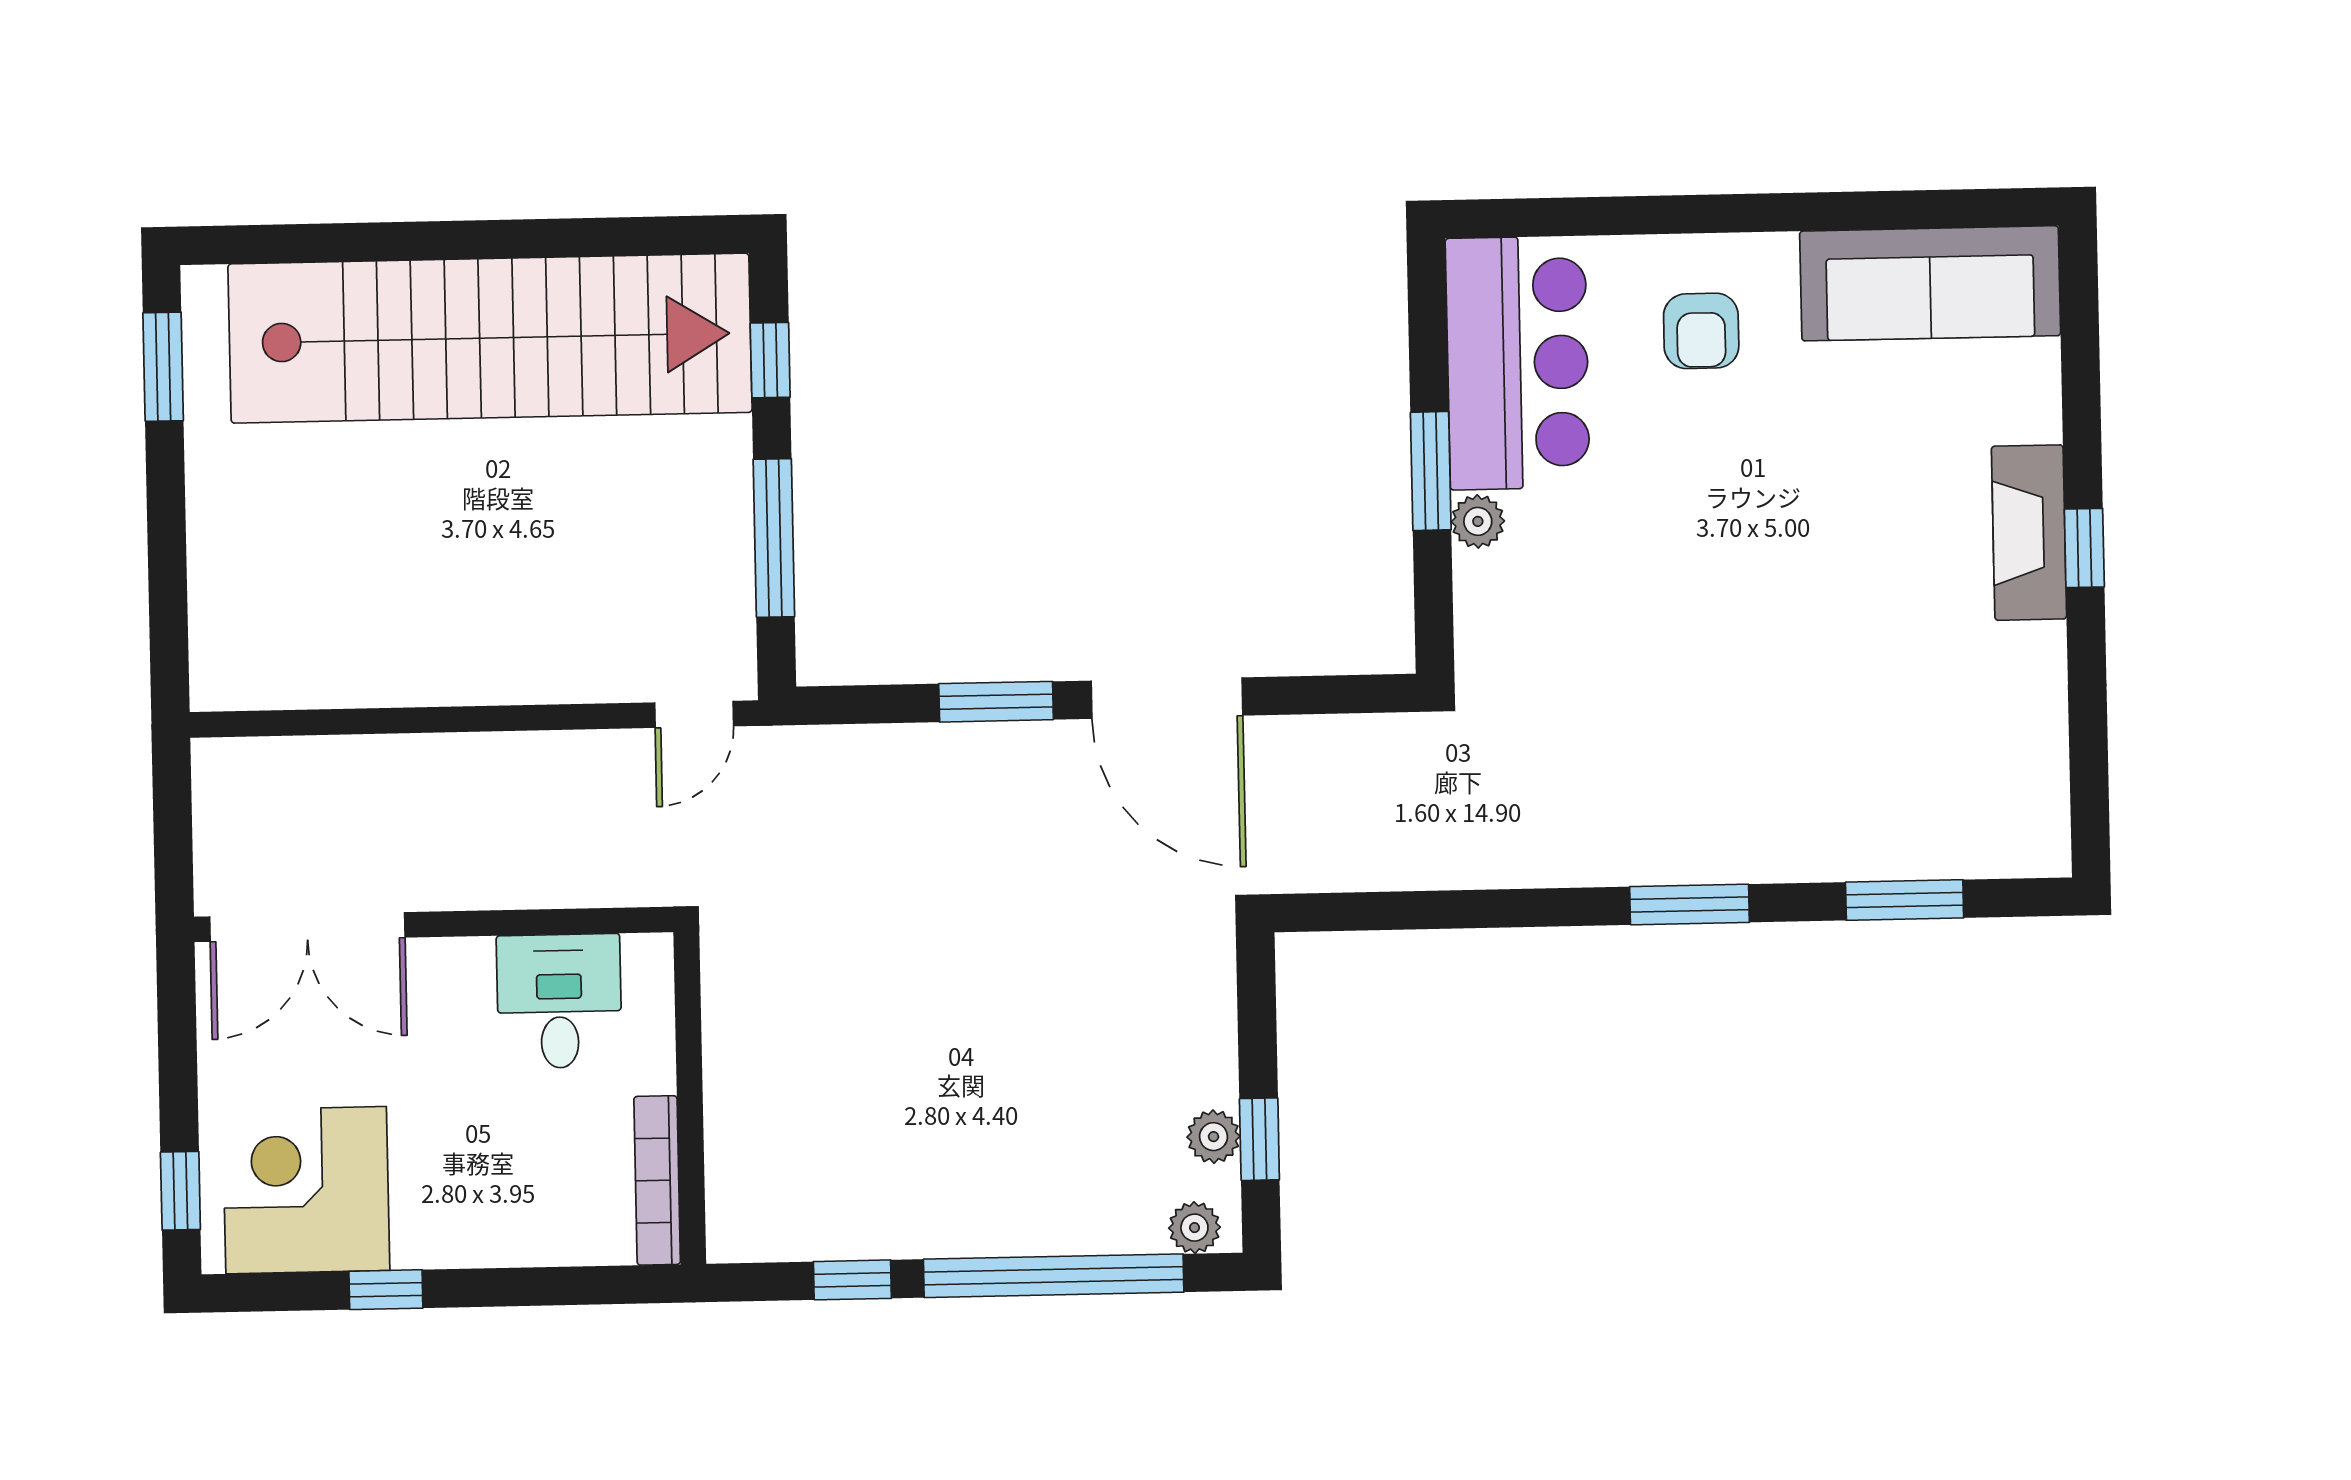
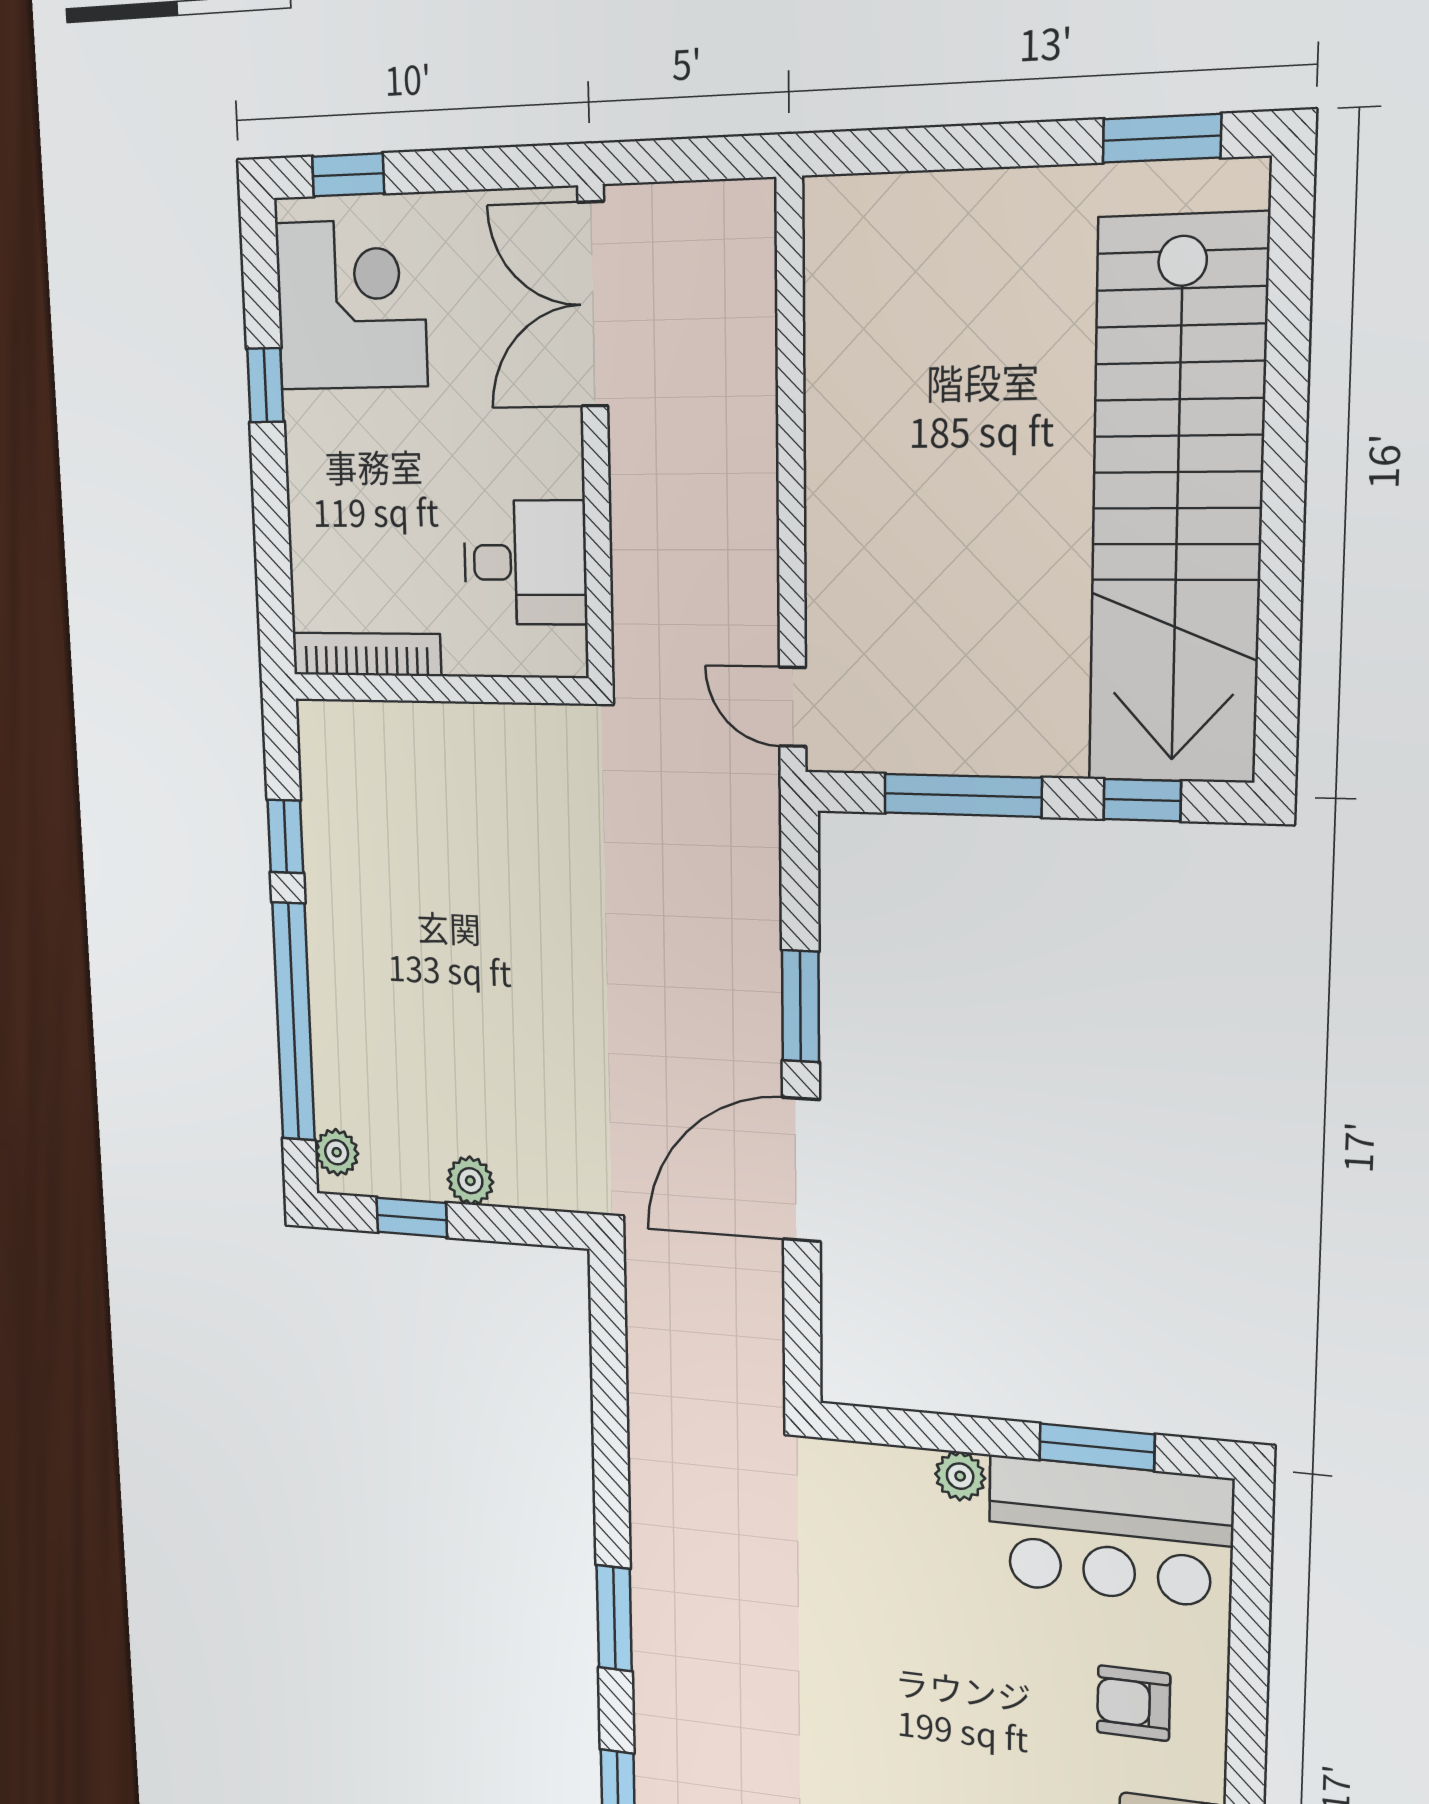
window: (1431, 471) -> (1097, 1447), moved
plant: (1214, 1137) -> (470, 1181), moved

